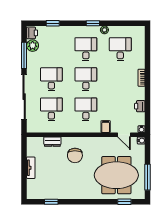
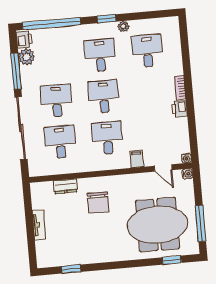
window: (53, 23) -> (52, 24), width x3.17
printer: (140, 106) -> (180, 109), moved

